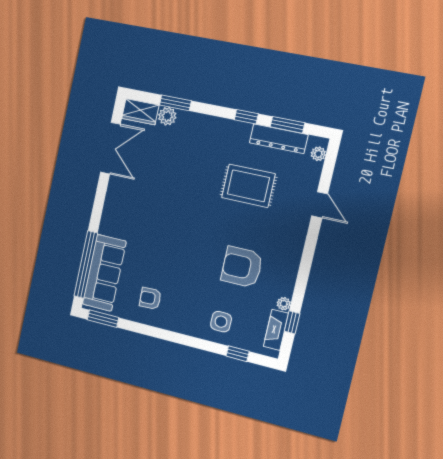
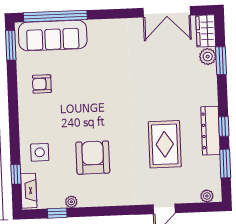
dresser: (279, 139) -> (210, 131), moved
armchair: (150, 298) -> (42, 84), turned -88
fireplace: (276, 330) -> (29, 191), moved, turned 90

